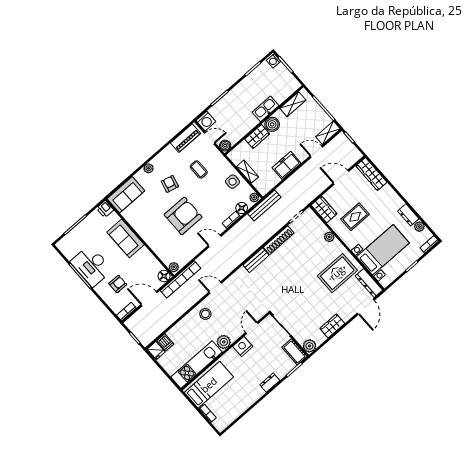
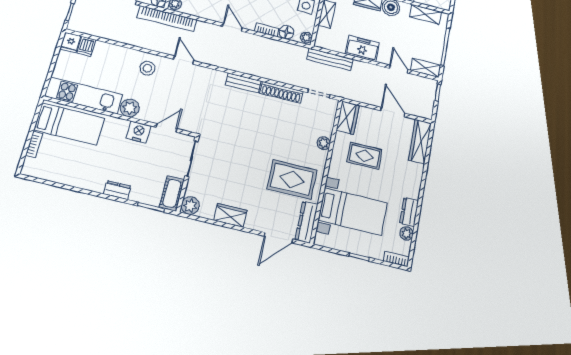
bench: (264, 205) -> (330, 59), moved

